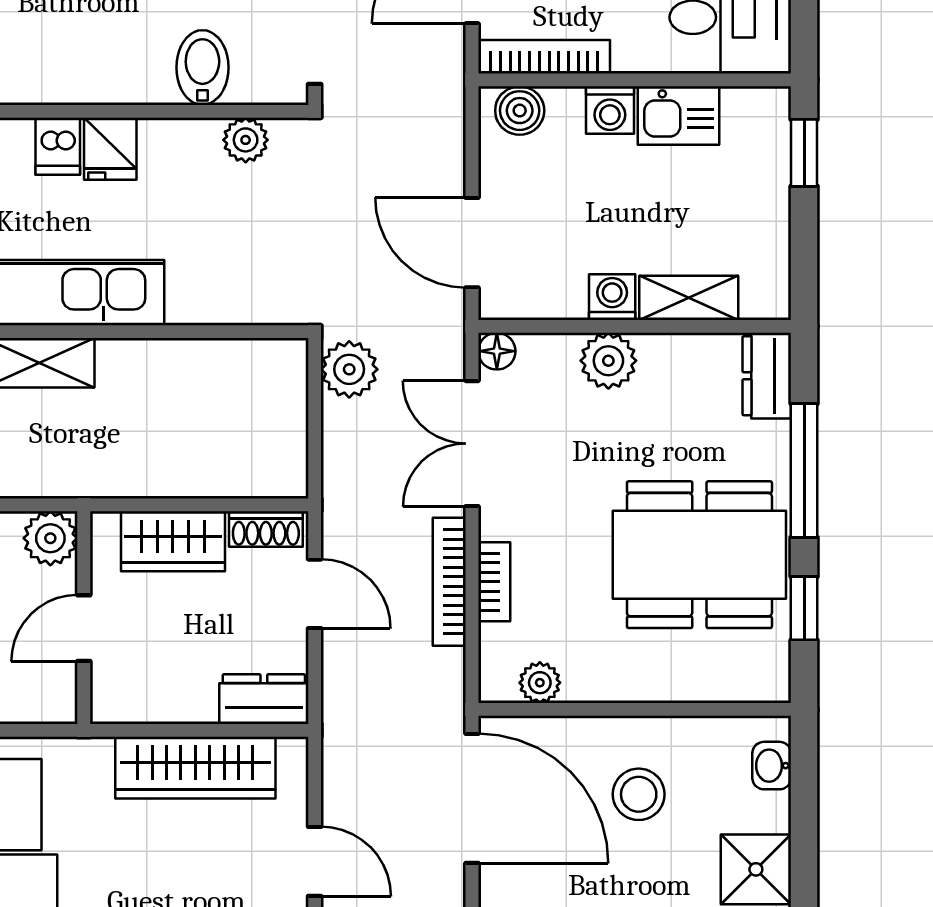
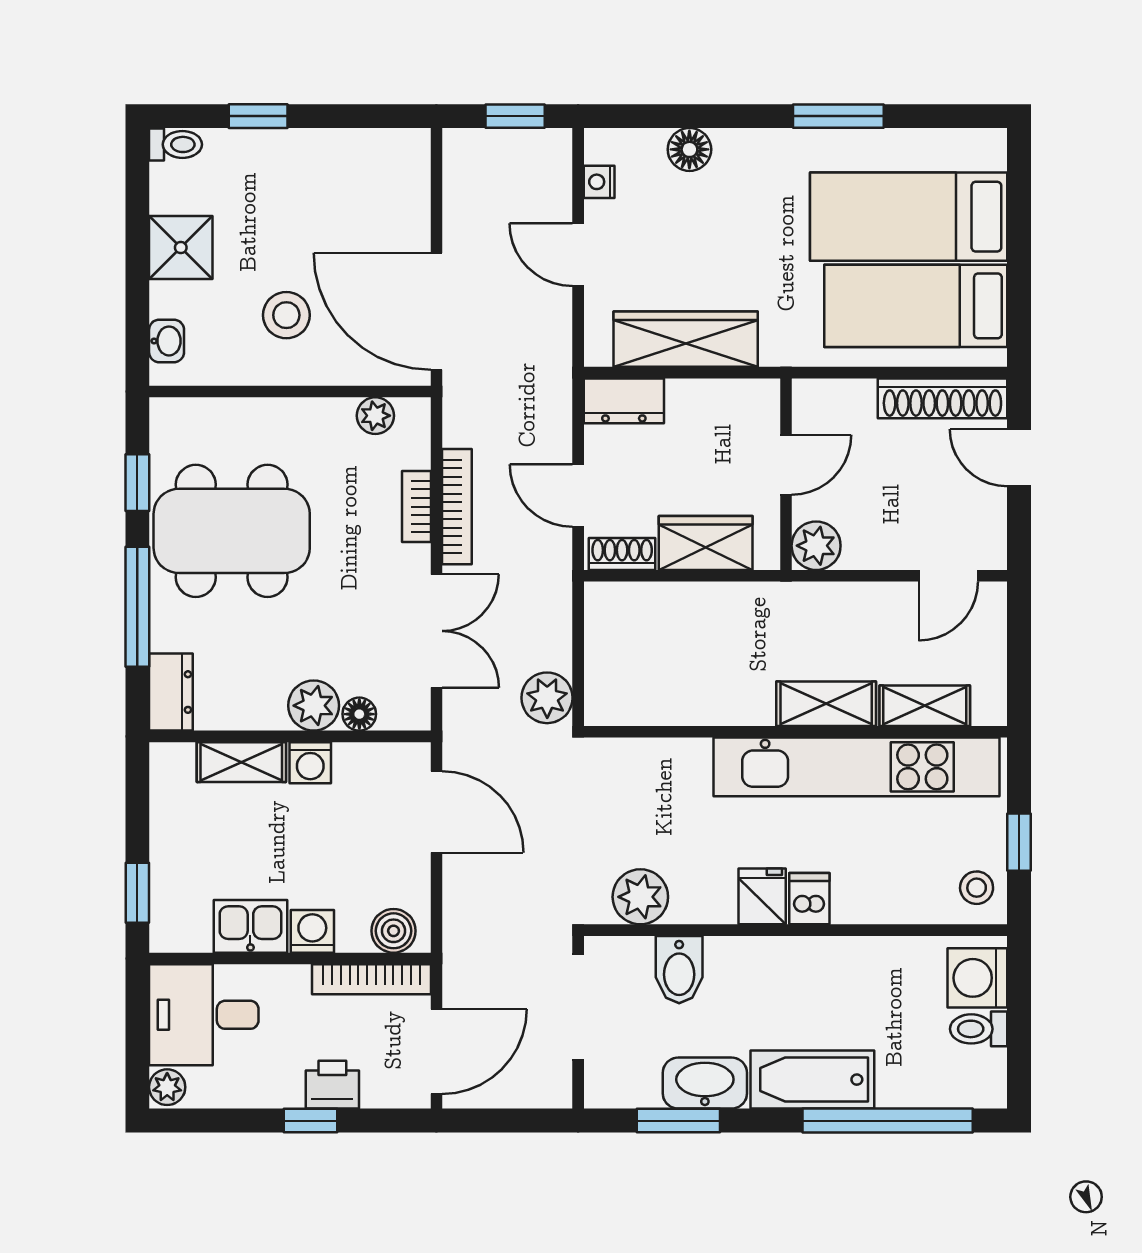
plant: (246, 140) -> (640, 897), width x1.38, depth x1.38
floor lamp: (497, 351) -> (359, 714), moved

